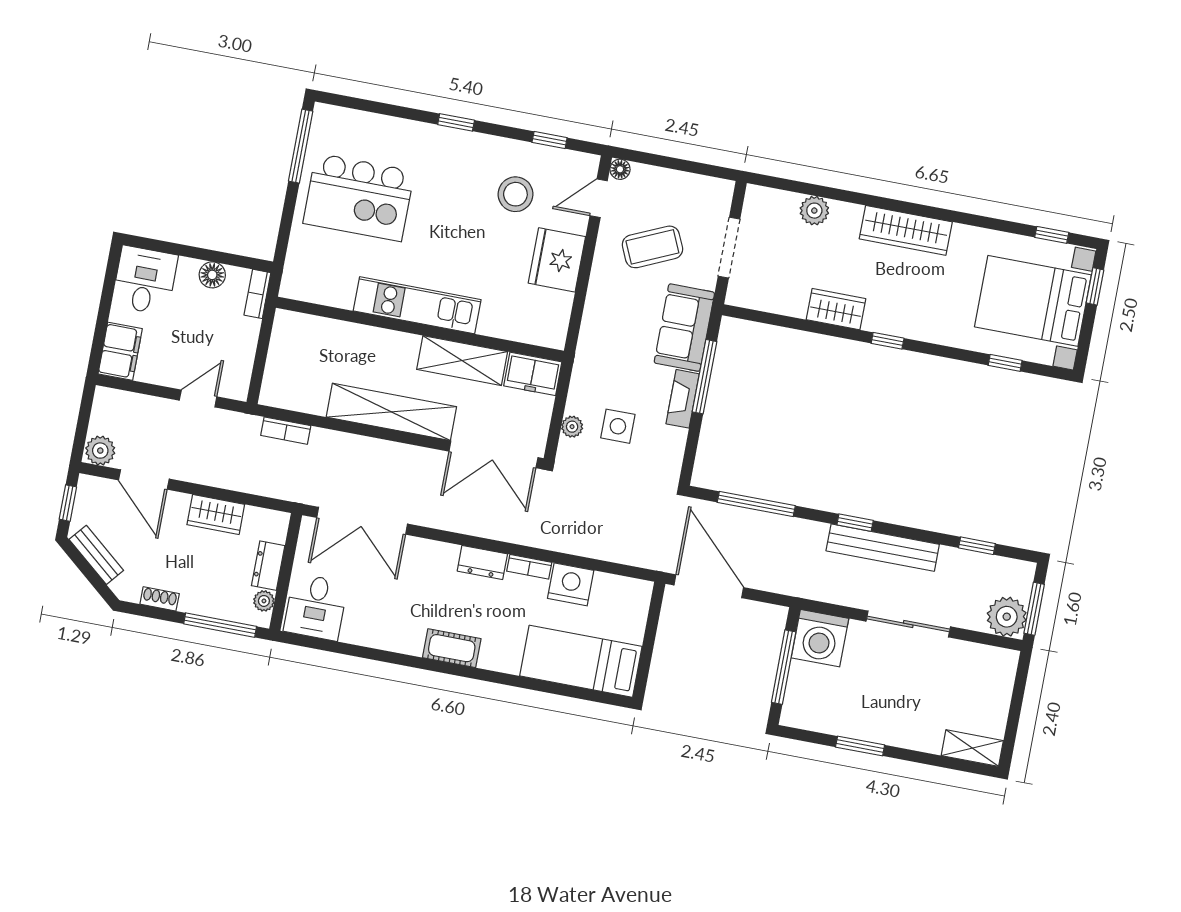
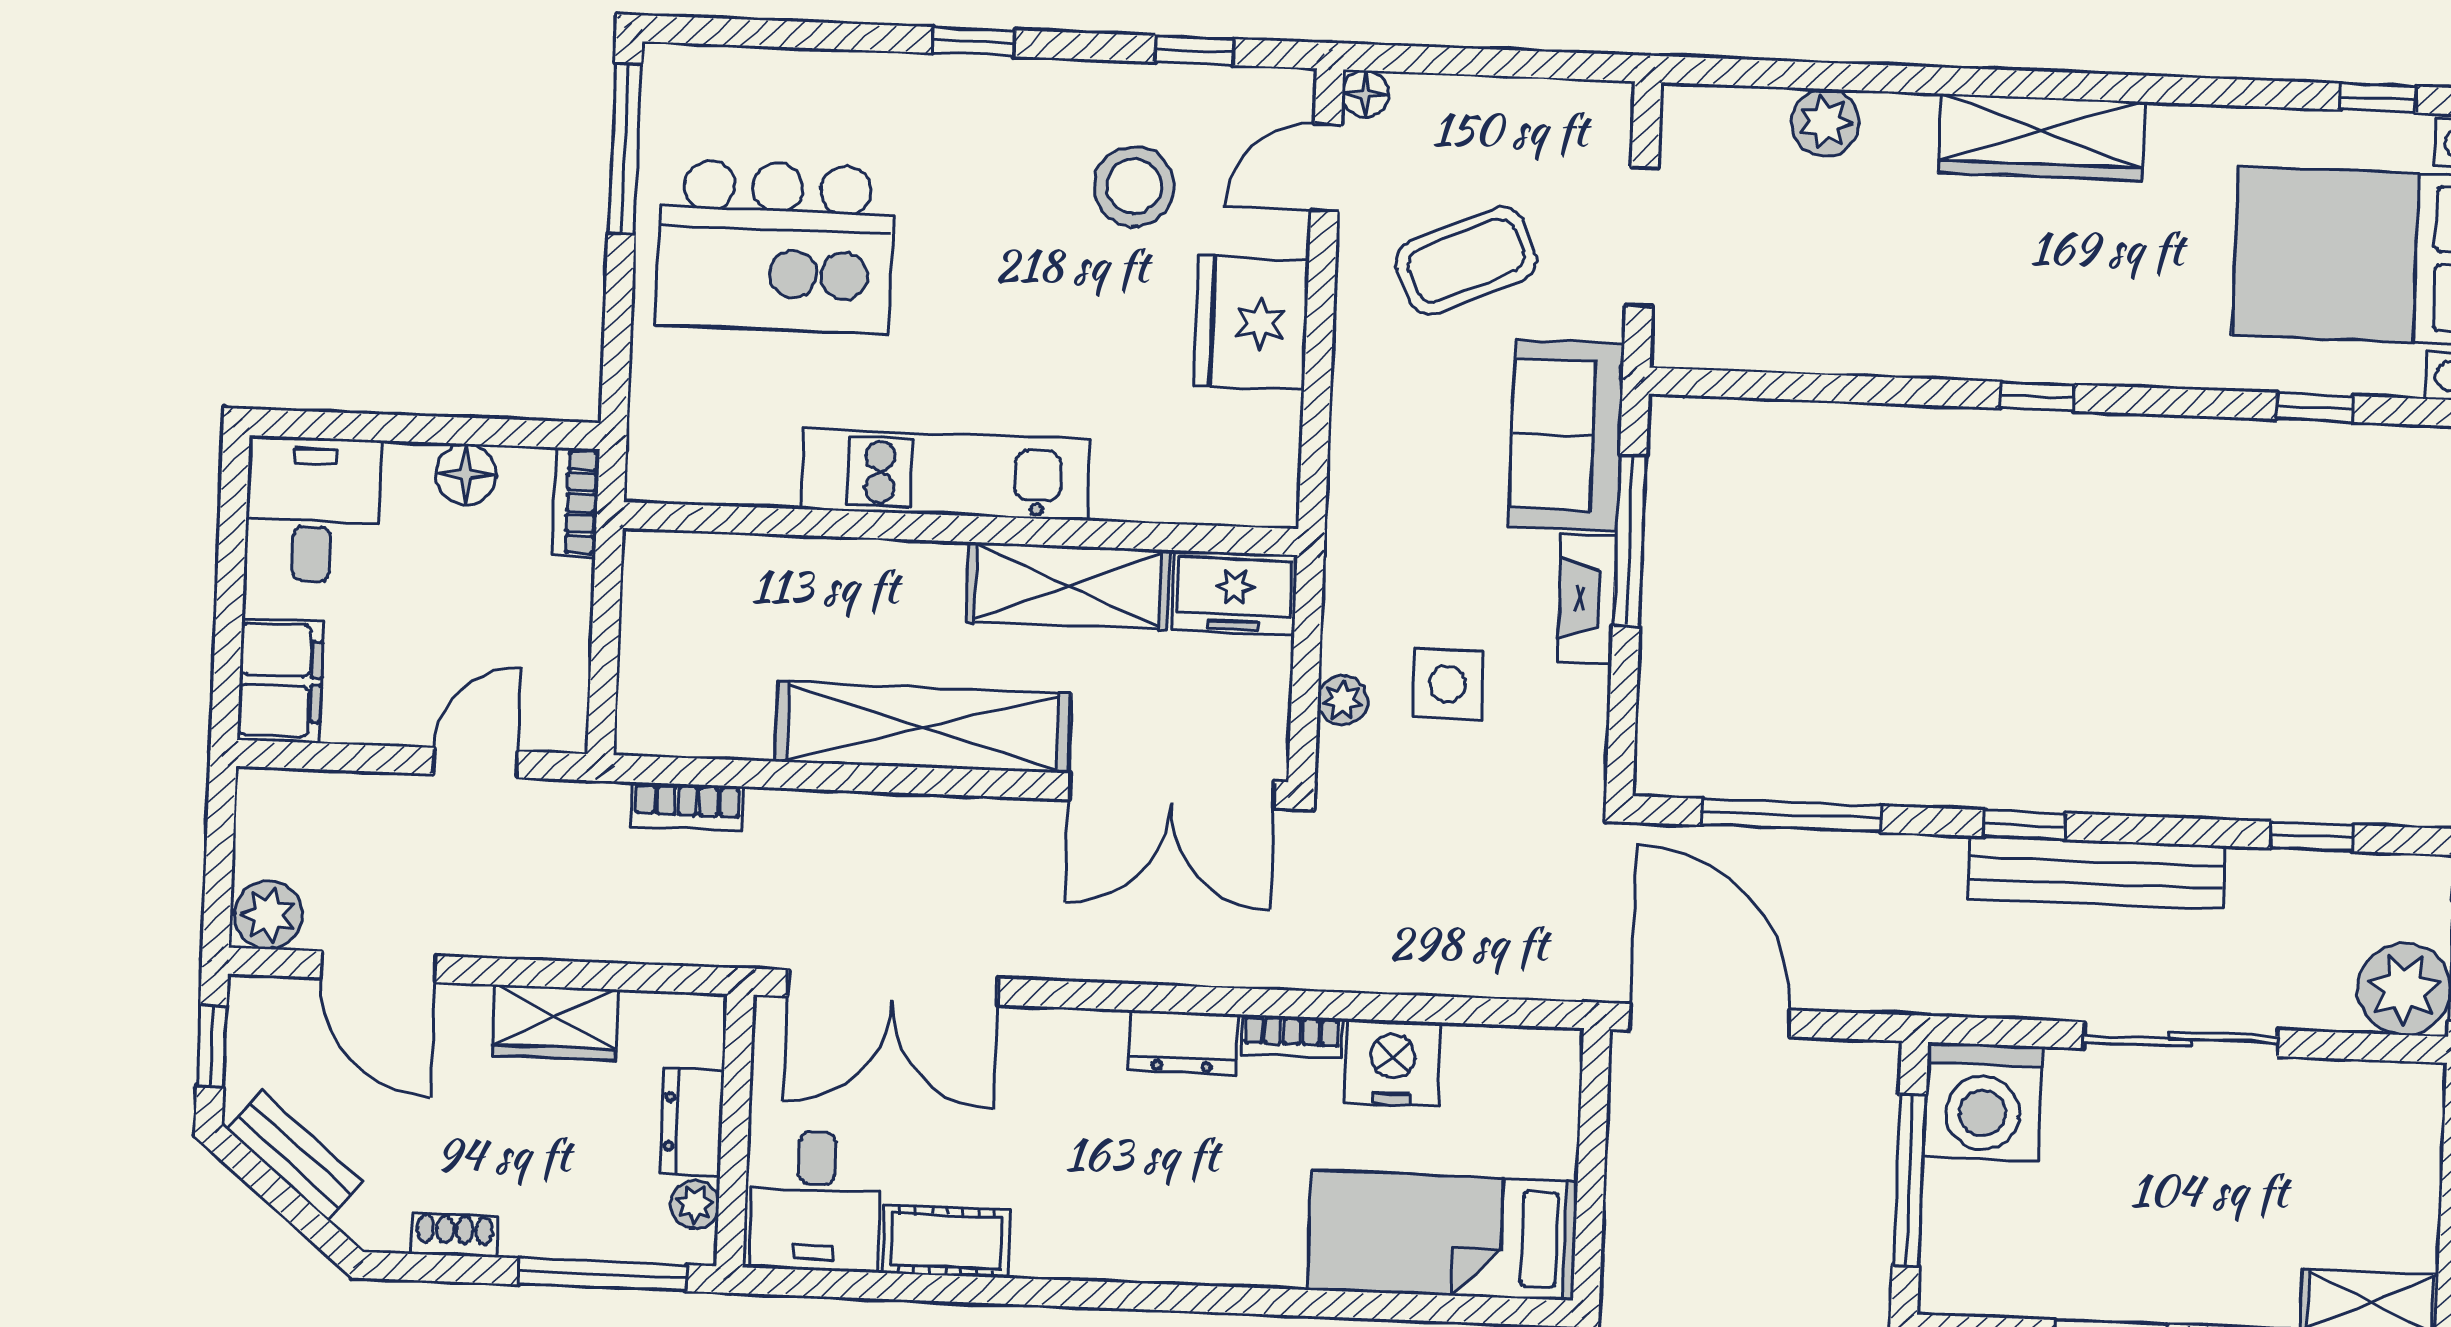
wardrobe: (836, 309) -> (1908, 341), removed
cot: (452, 648) -> (946, 1241), moved

